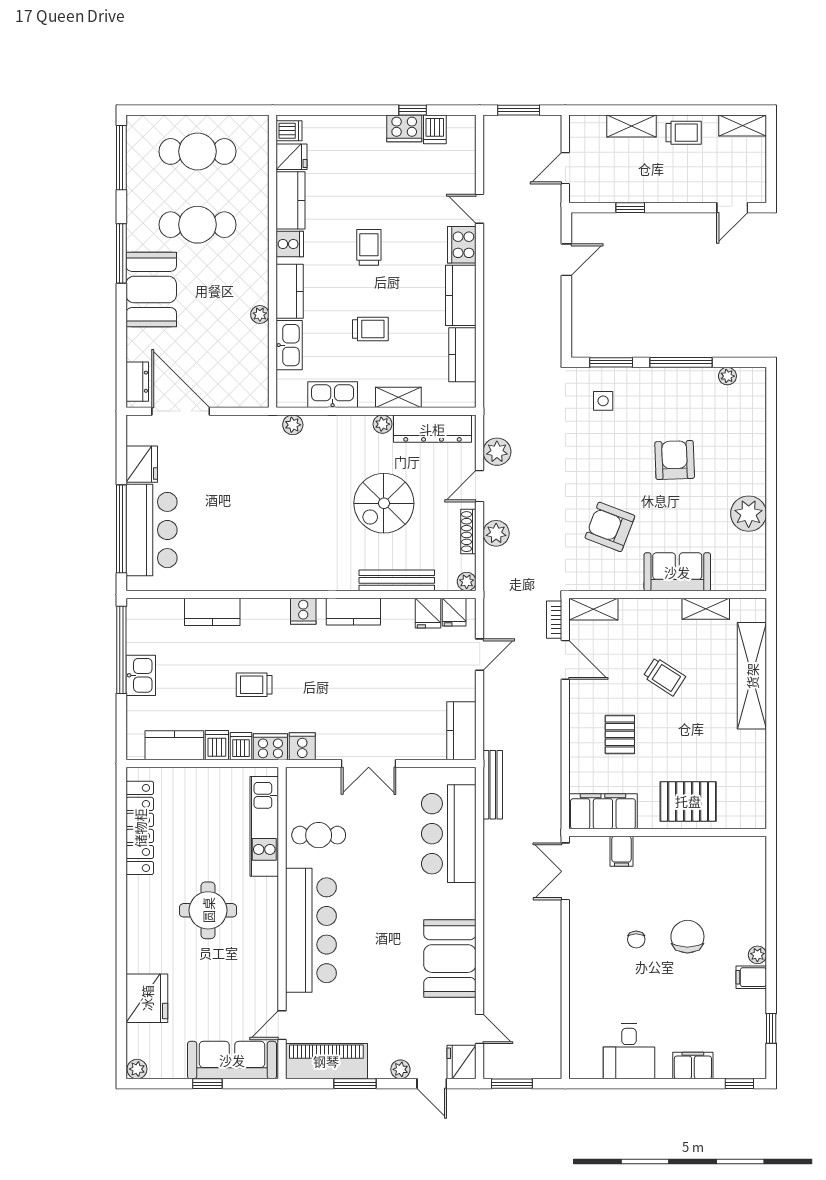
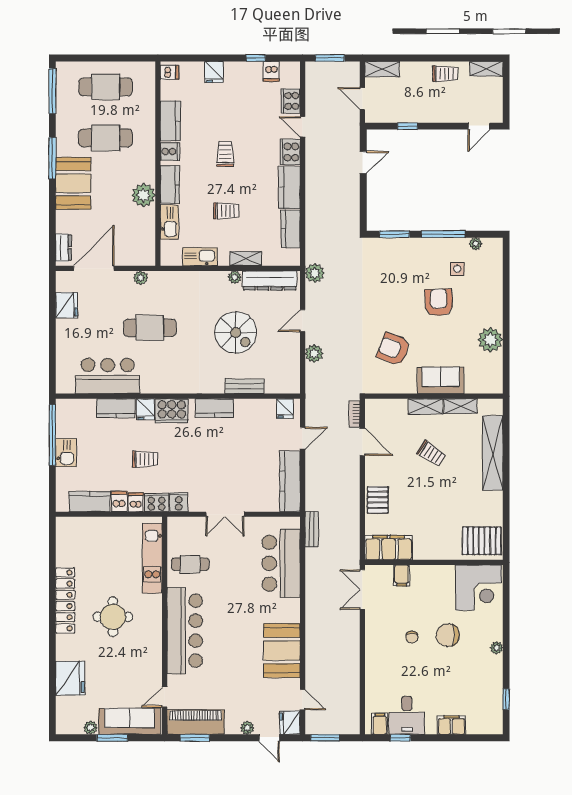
shelving: (631, 126) -> (382, 69), moved
cooker: (404, 128) -> (291, 101), moved, turned 90
fridge: (291, 157) -> (214, 72), moved, turned 90
door: (565, 168) -> (362, 99), hinge flipped
plant: (260, 314) -> (144, 195), width x1.88, depth x1.88
side table: (603, 401) -> (457, 269), moved
door: (181, 411) -> (94, 268), hinge flipped
plant: (293, 425) -> (141, 278), moved
plant: (497, 452) -> (315, 273), moved
cafe table: (261, 496) -> (150, 328), added
spiral stairs: (384, 503) -> (236, 332), turned -90
window: (121, 529) -> (52, 350), removed
bar counter: (152, 530) -> (108, 376), moved, turned -90
shoe rack: (468, 532) -> (295, 352), removed
bench: (397, 580) -> (245, 386), width x0.73
plant: (467, 582) -> (293, 387), removed
shelving: (593, 609) -> (425, 406), moved
cooker: (303, 611) -> (172, 411), width x1.87, depth x1.31
fridge: (428, 613) -> (145, 409), moved
trolley: (254, 685) -> (145, 459), turned 180
kitchen counter: (461, 731) -> (290, 481), width x1.50
pallet: (620, 734) -> (378, 500), moved
bench: (493, 785) -> (312, 529), width x0.73
pallet: (688, 801) -> (482, 541), moved
locker: (140, 828) -> (65, 600), moved
corner desk: (732, 869) -> (479, 588), added
chair: (687, 937) -> (448, 635), turned -90
filing cabinet: (751, 977) -> (380, 724), moved, turned 90
plant: (137, 1069) -> (90, 728), moved
window: (207, 1084) -> (112, 738), width x1.50
window: (355, 1084) -> (195, 738), moved
window: (739, 1084) -> (400, 738), moved

